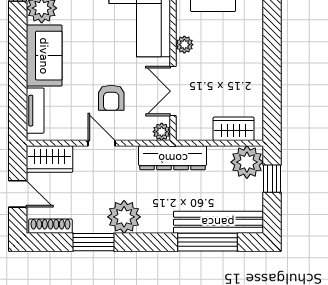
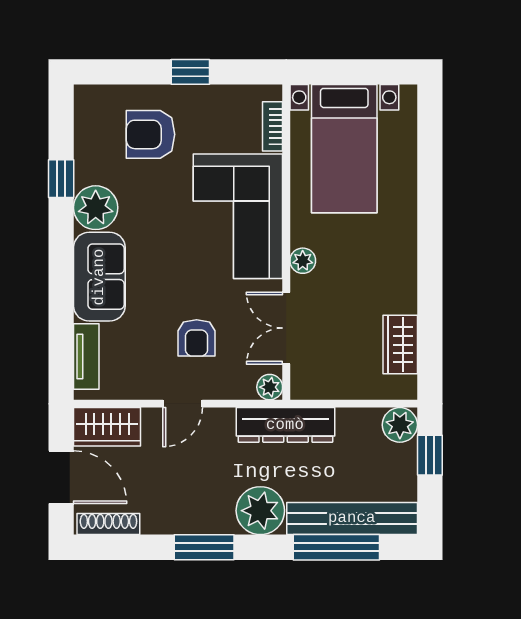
wardrobe: (234, 129) -> (400, 345), moved, turned -90
door: (102, 143) -> (183, 404), swing flipped
plant: (247, 162) -> (400, 425), width x0.73, depth x0.73
door: (18, 194) -> (61, 477), width x1.38
plant: (124, 217) -> (260, 511), moved
window: (93, 242) -> (204, 547), moved

